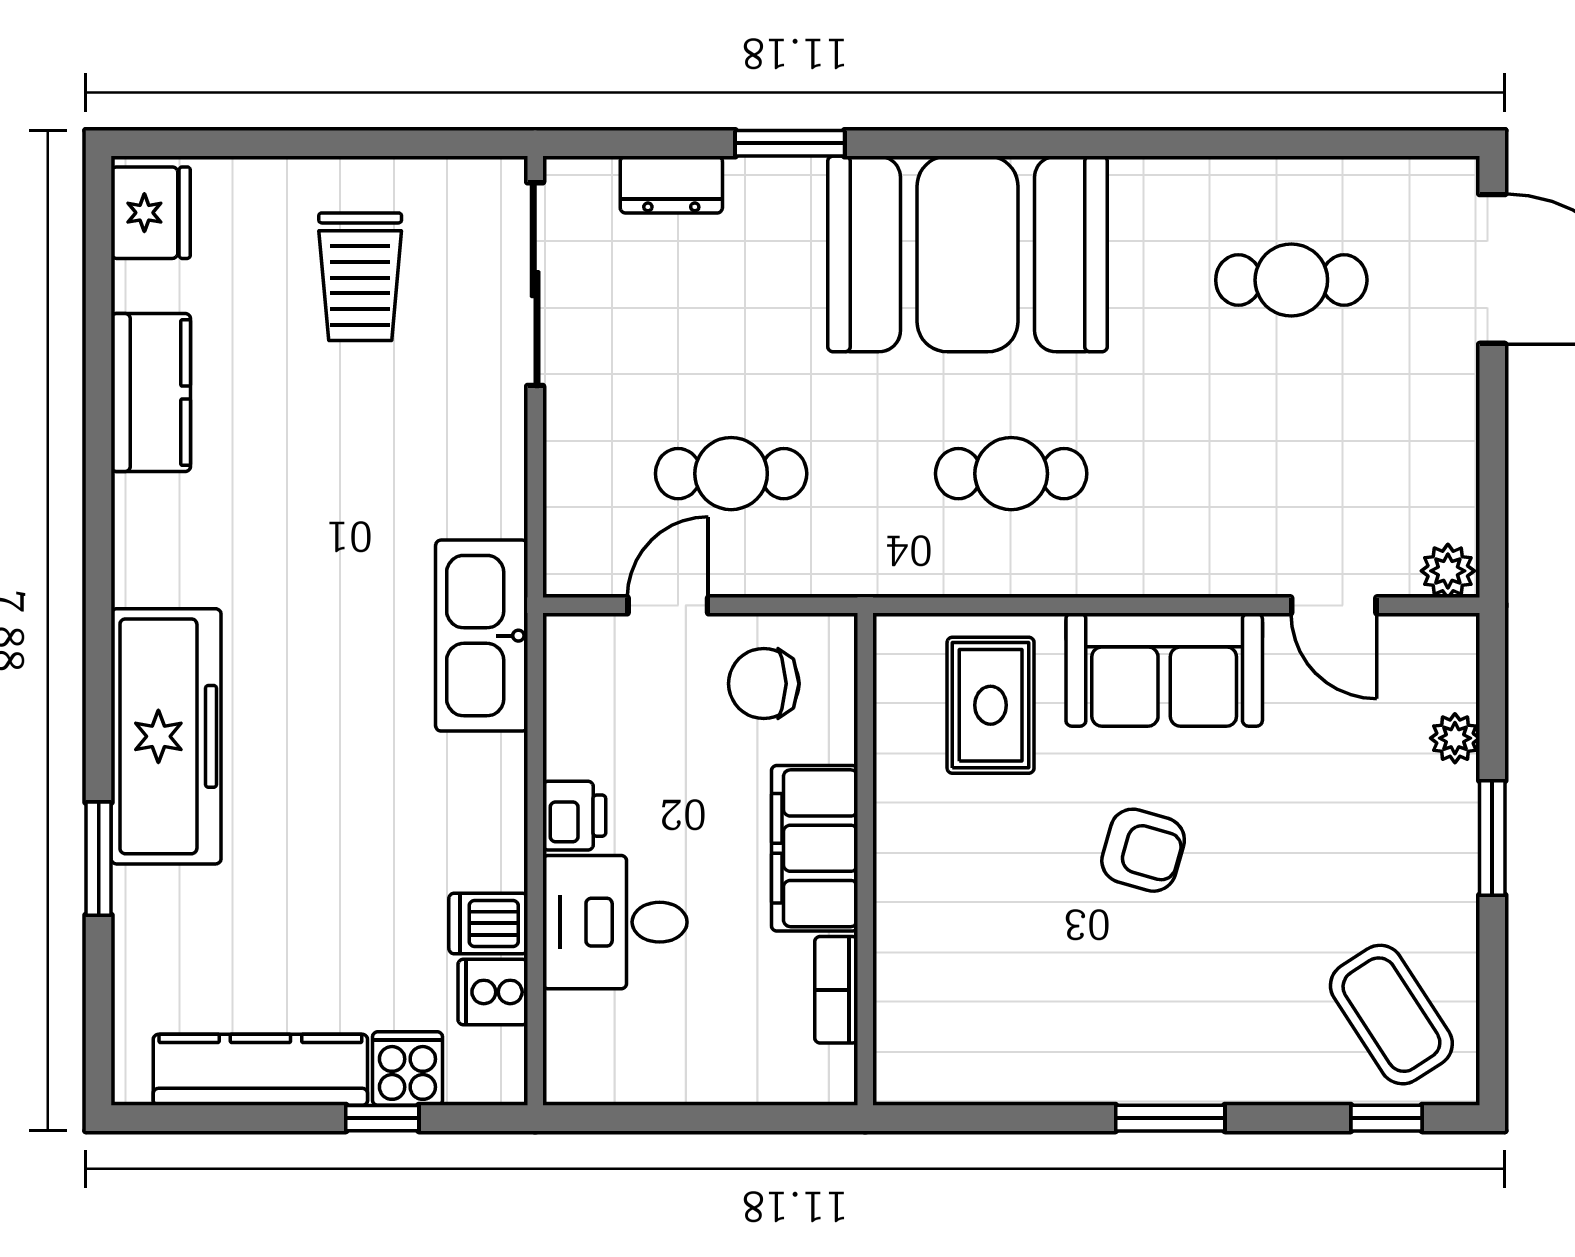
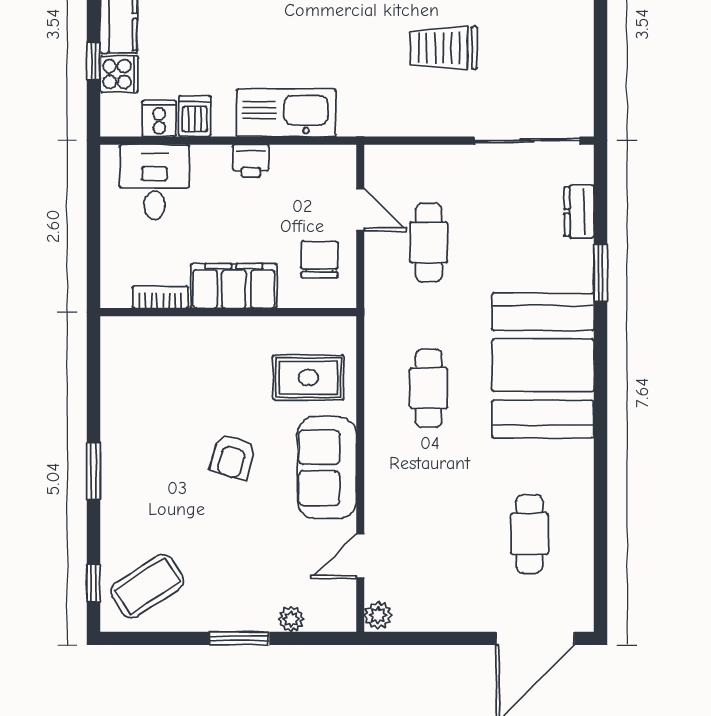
trolley: (360, 277) -> (444, 48), moved
kitchen sink: (482, 636) -> (286, 113), moved
desk: (615, 922) -> (154, 182), moved

